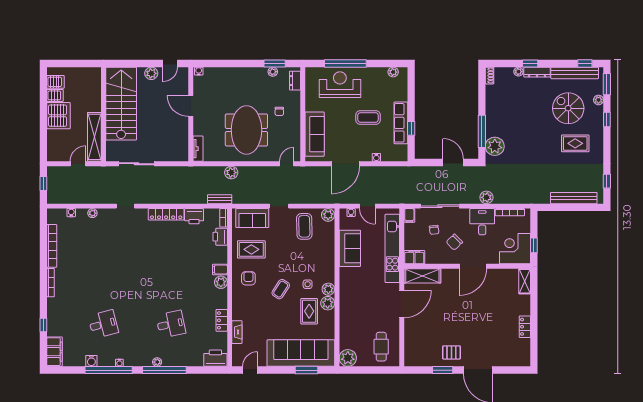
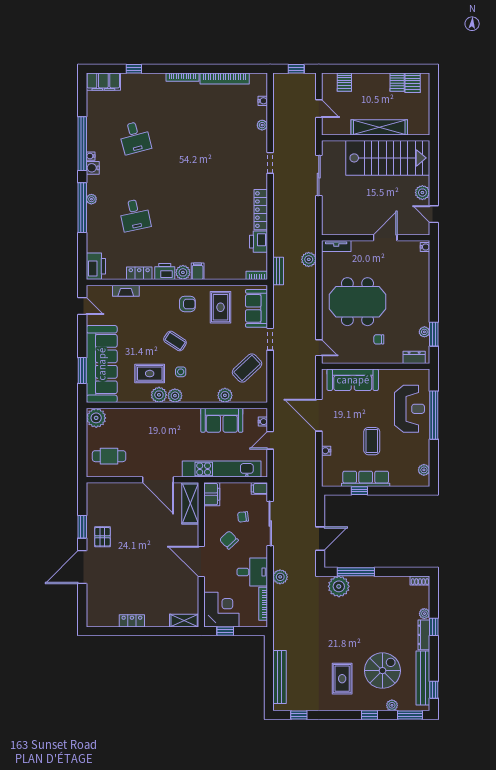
server rack: (58, 116) -> (344, 82), moved, width x0.46, depth x0.70
shelving: (94, 137) -> (379, 127), moved
plant: (231, 173) -> (309, 259), moved
plant: (328, 215) -> (225, 395), moved
coffee table: (304, 226) -> (247, 368), turned -42
printer: (220, 237) -> (165, 272), moved
water cooler: (91, 361) -> (93, 168), moved

